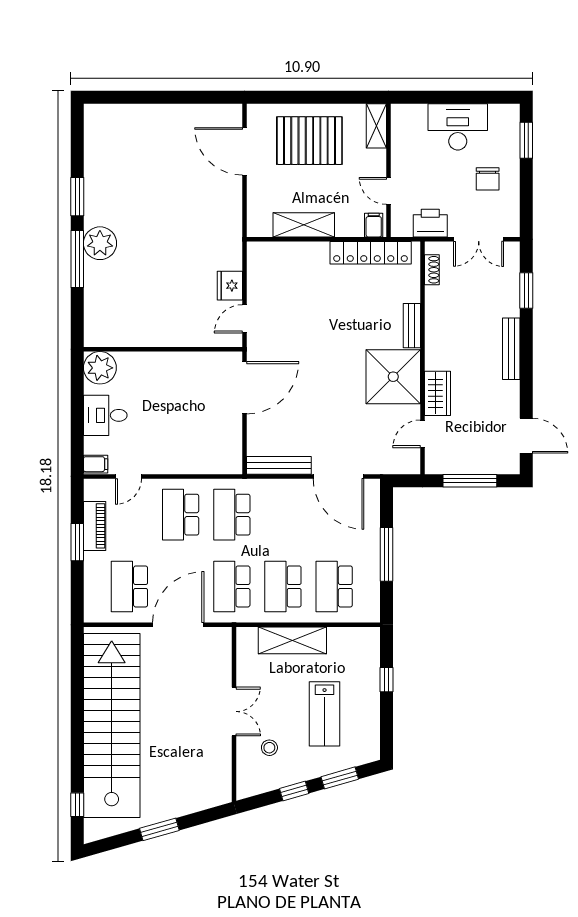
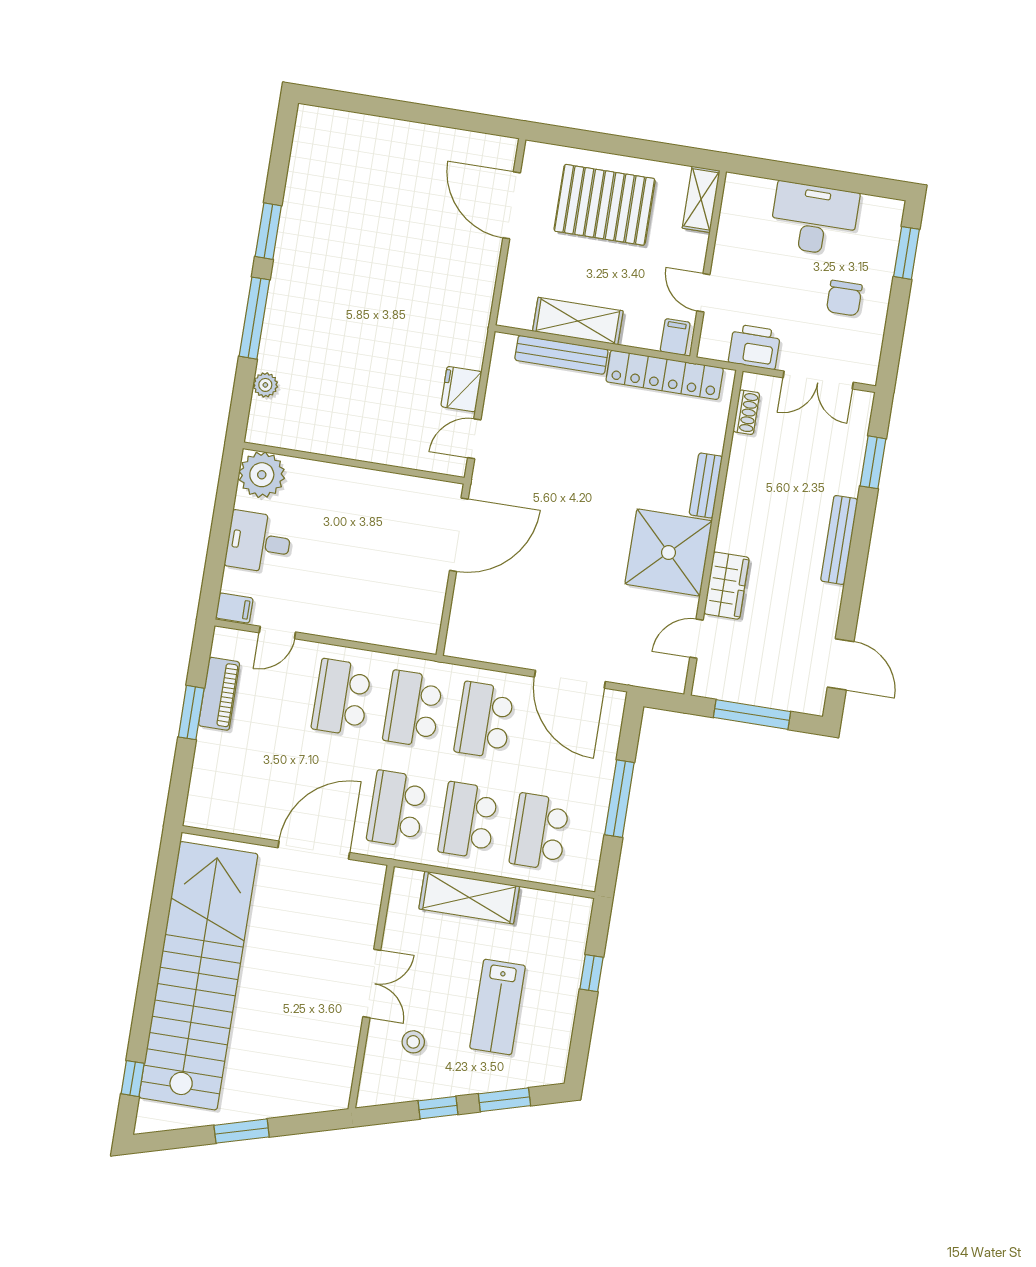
plant: (100, 243) -> (265, 385), moved, width x0.53, depth x0.53
bench: (279, 465) -> (561, 355), moved
school desk: (129, 586) -> (484, 720), moved

